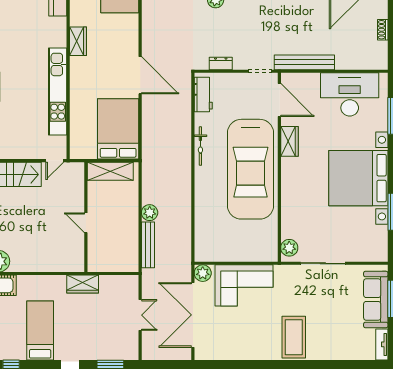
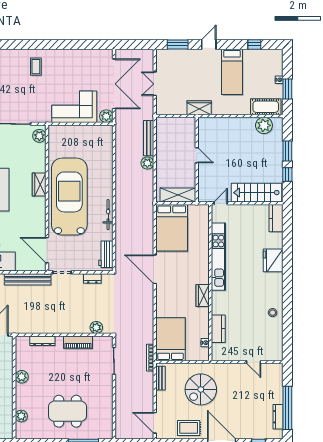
wardrobe: (290, 141) -> (39, 184), moved
coffee table: (294, 337) -> (36, 67), width x0.54, depth x0.58

